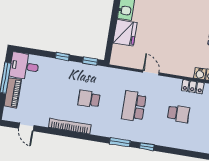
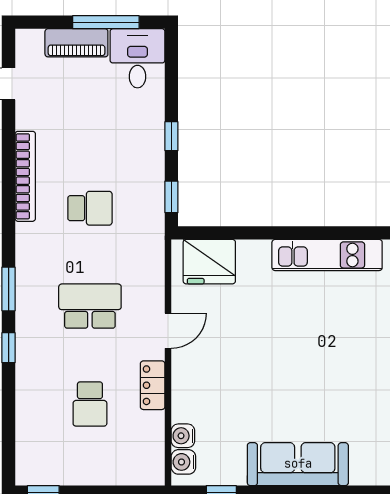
fridge: (125, 33) -> (209, 262), moved
locker: (193, 87) -> (153, 385), moved
school desk: (89, 99) -> (90, 208), turned 90

